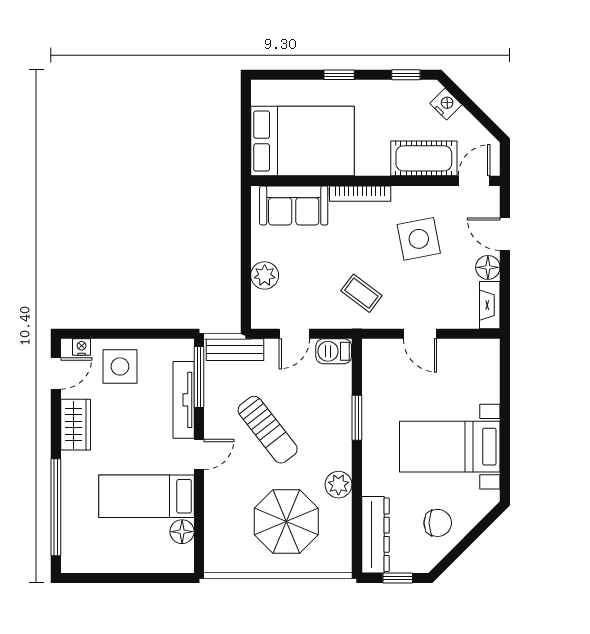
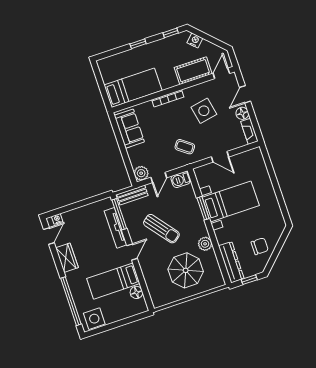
bed: (302, 141) -> (133, 88), width x0.67
sofa: (294, 205) -> (129, 129), moved, turned -90
door: (505, 234) -> (245, 94), hinge flipped
plant: (265, 275) -> (141, 173), moved
side table: (120, 366) -> (94, 319), moved
bed with nightstands: (450, 447) -> (231, 201), moved, turned 180

